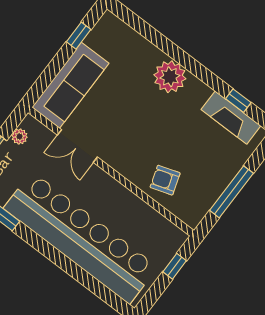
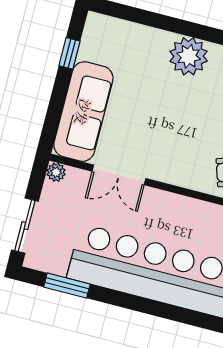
plant: (20, 136) -> (56, 172), moved

